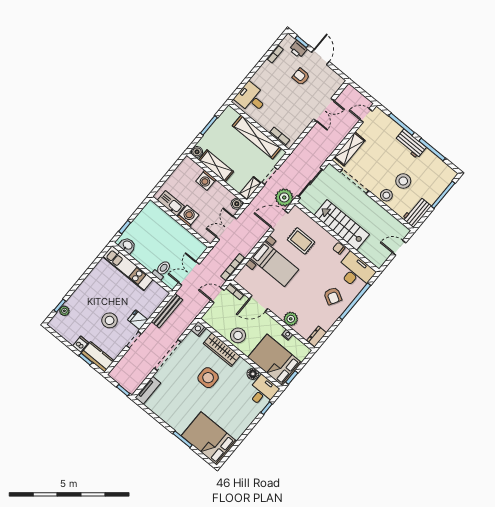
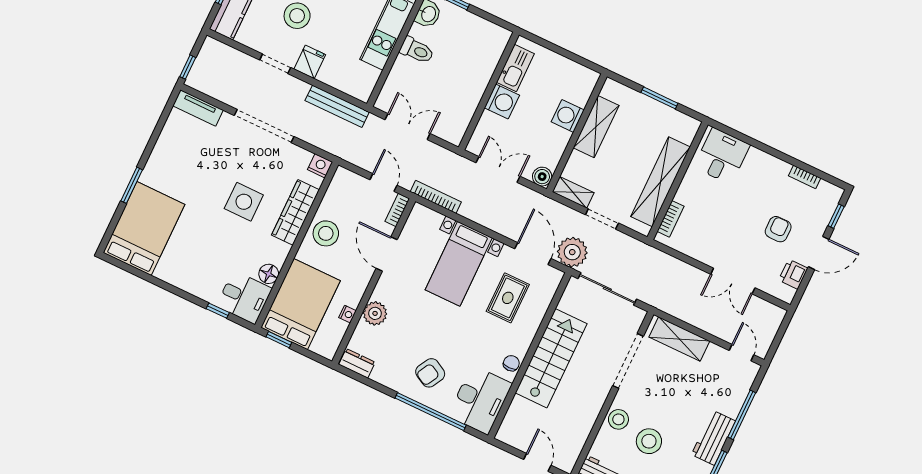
printer: (298, 49) -> (793, 274), moved
boiler: (197, 152) -> (611, 89), removed
toilet: (162, 270) -> (417, 50), moved

